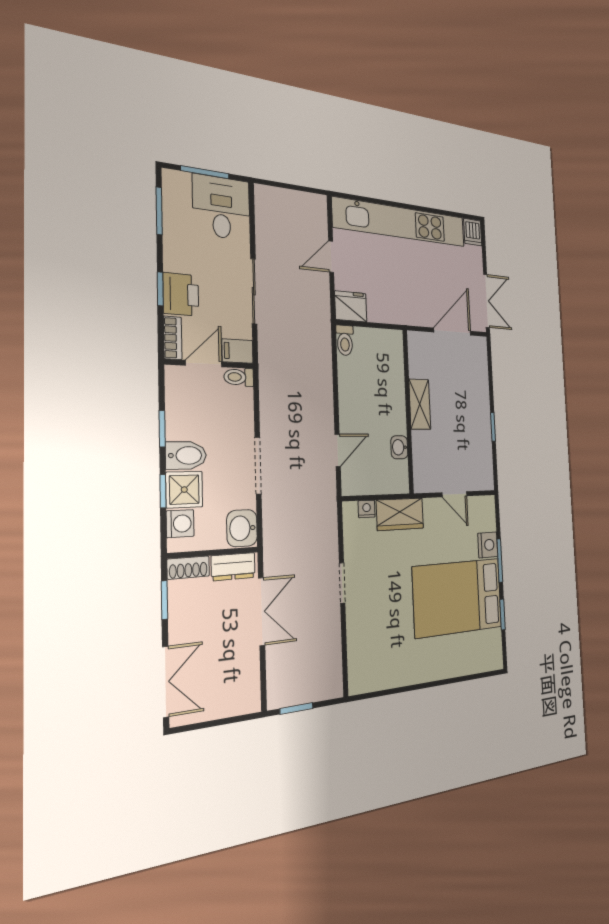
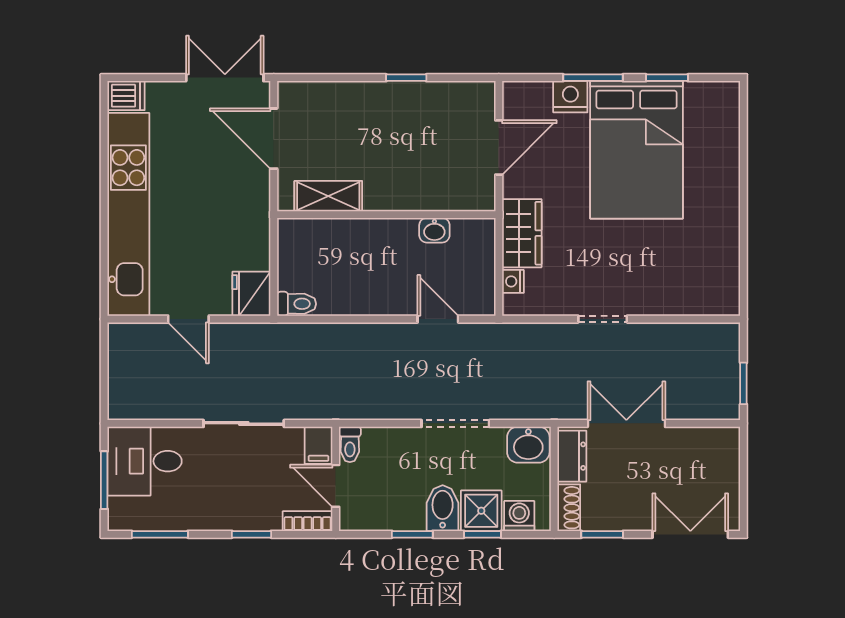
printer: (181, 294) -> (256, 511), removed
shelving: (420, 404) -> (328, 196), moved
door: (454, 494) -> (499, 148), width x1.38

